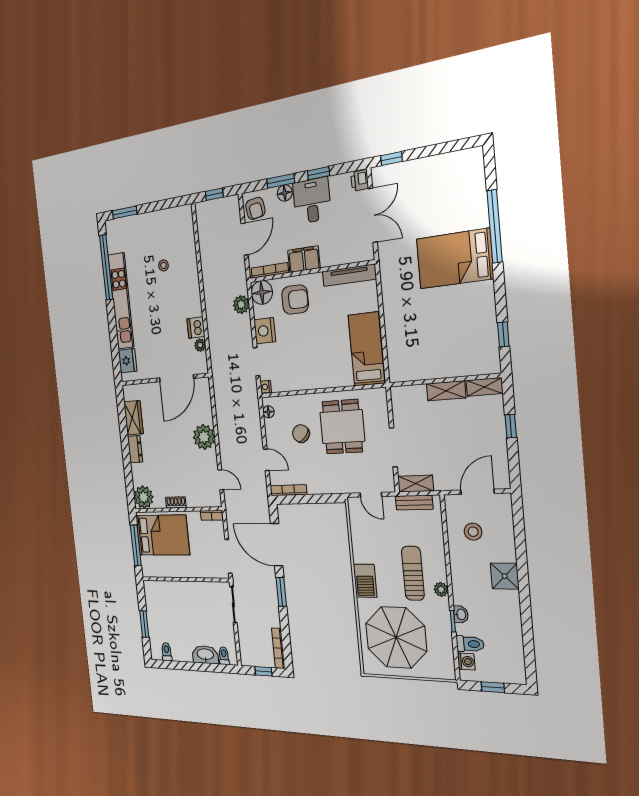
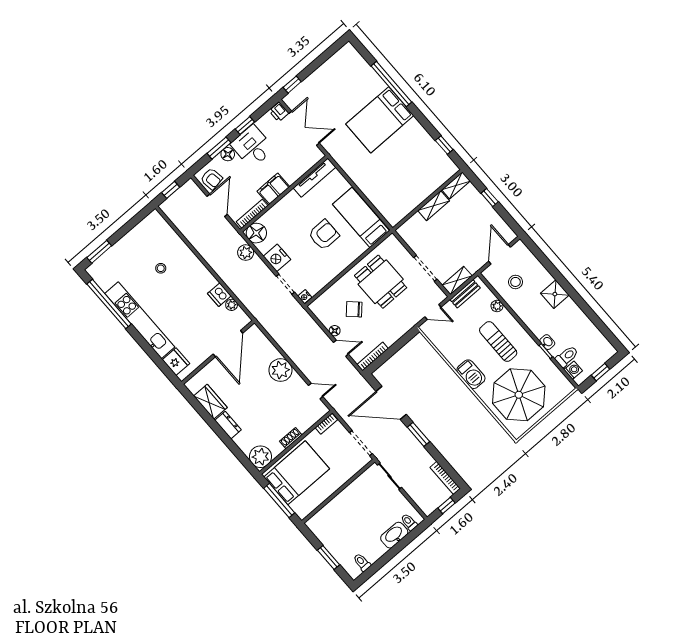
armchair: (295, 300) -> (324, 235), moved
floor lamp: (268, 412) -> (335, 331), moved
plant: (441, 589) -> (497, 306), moved

